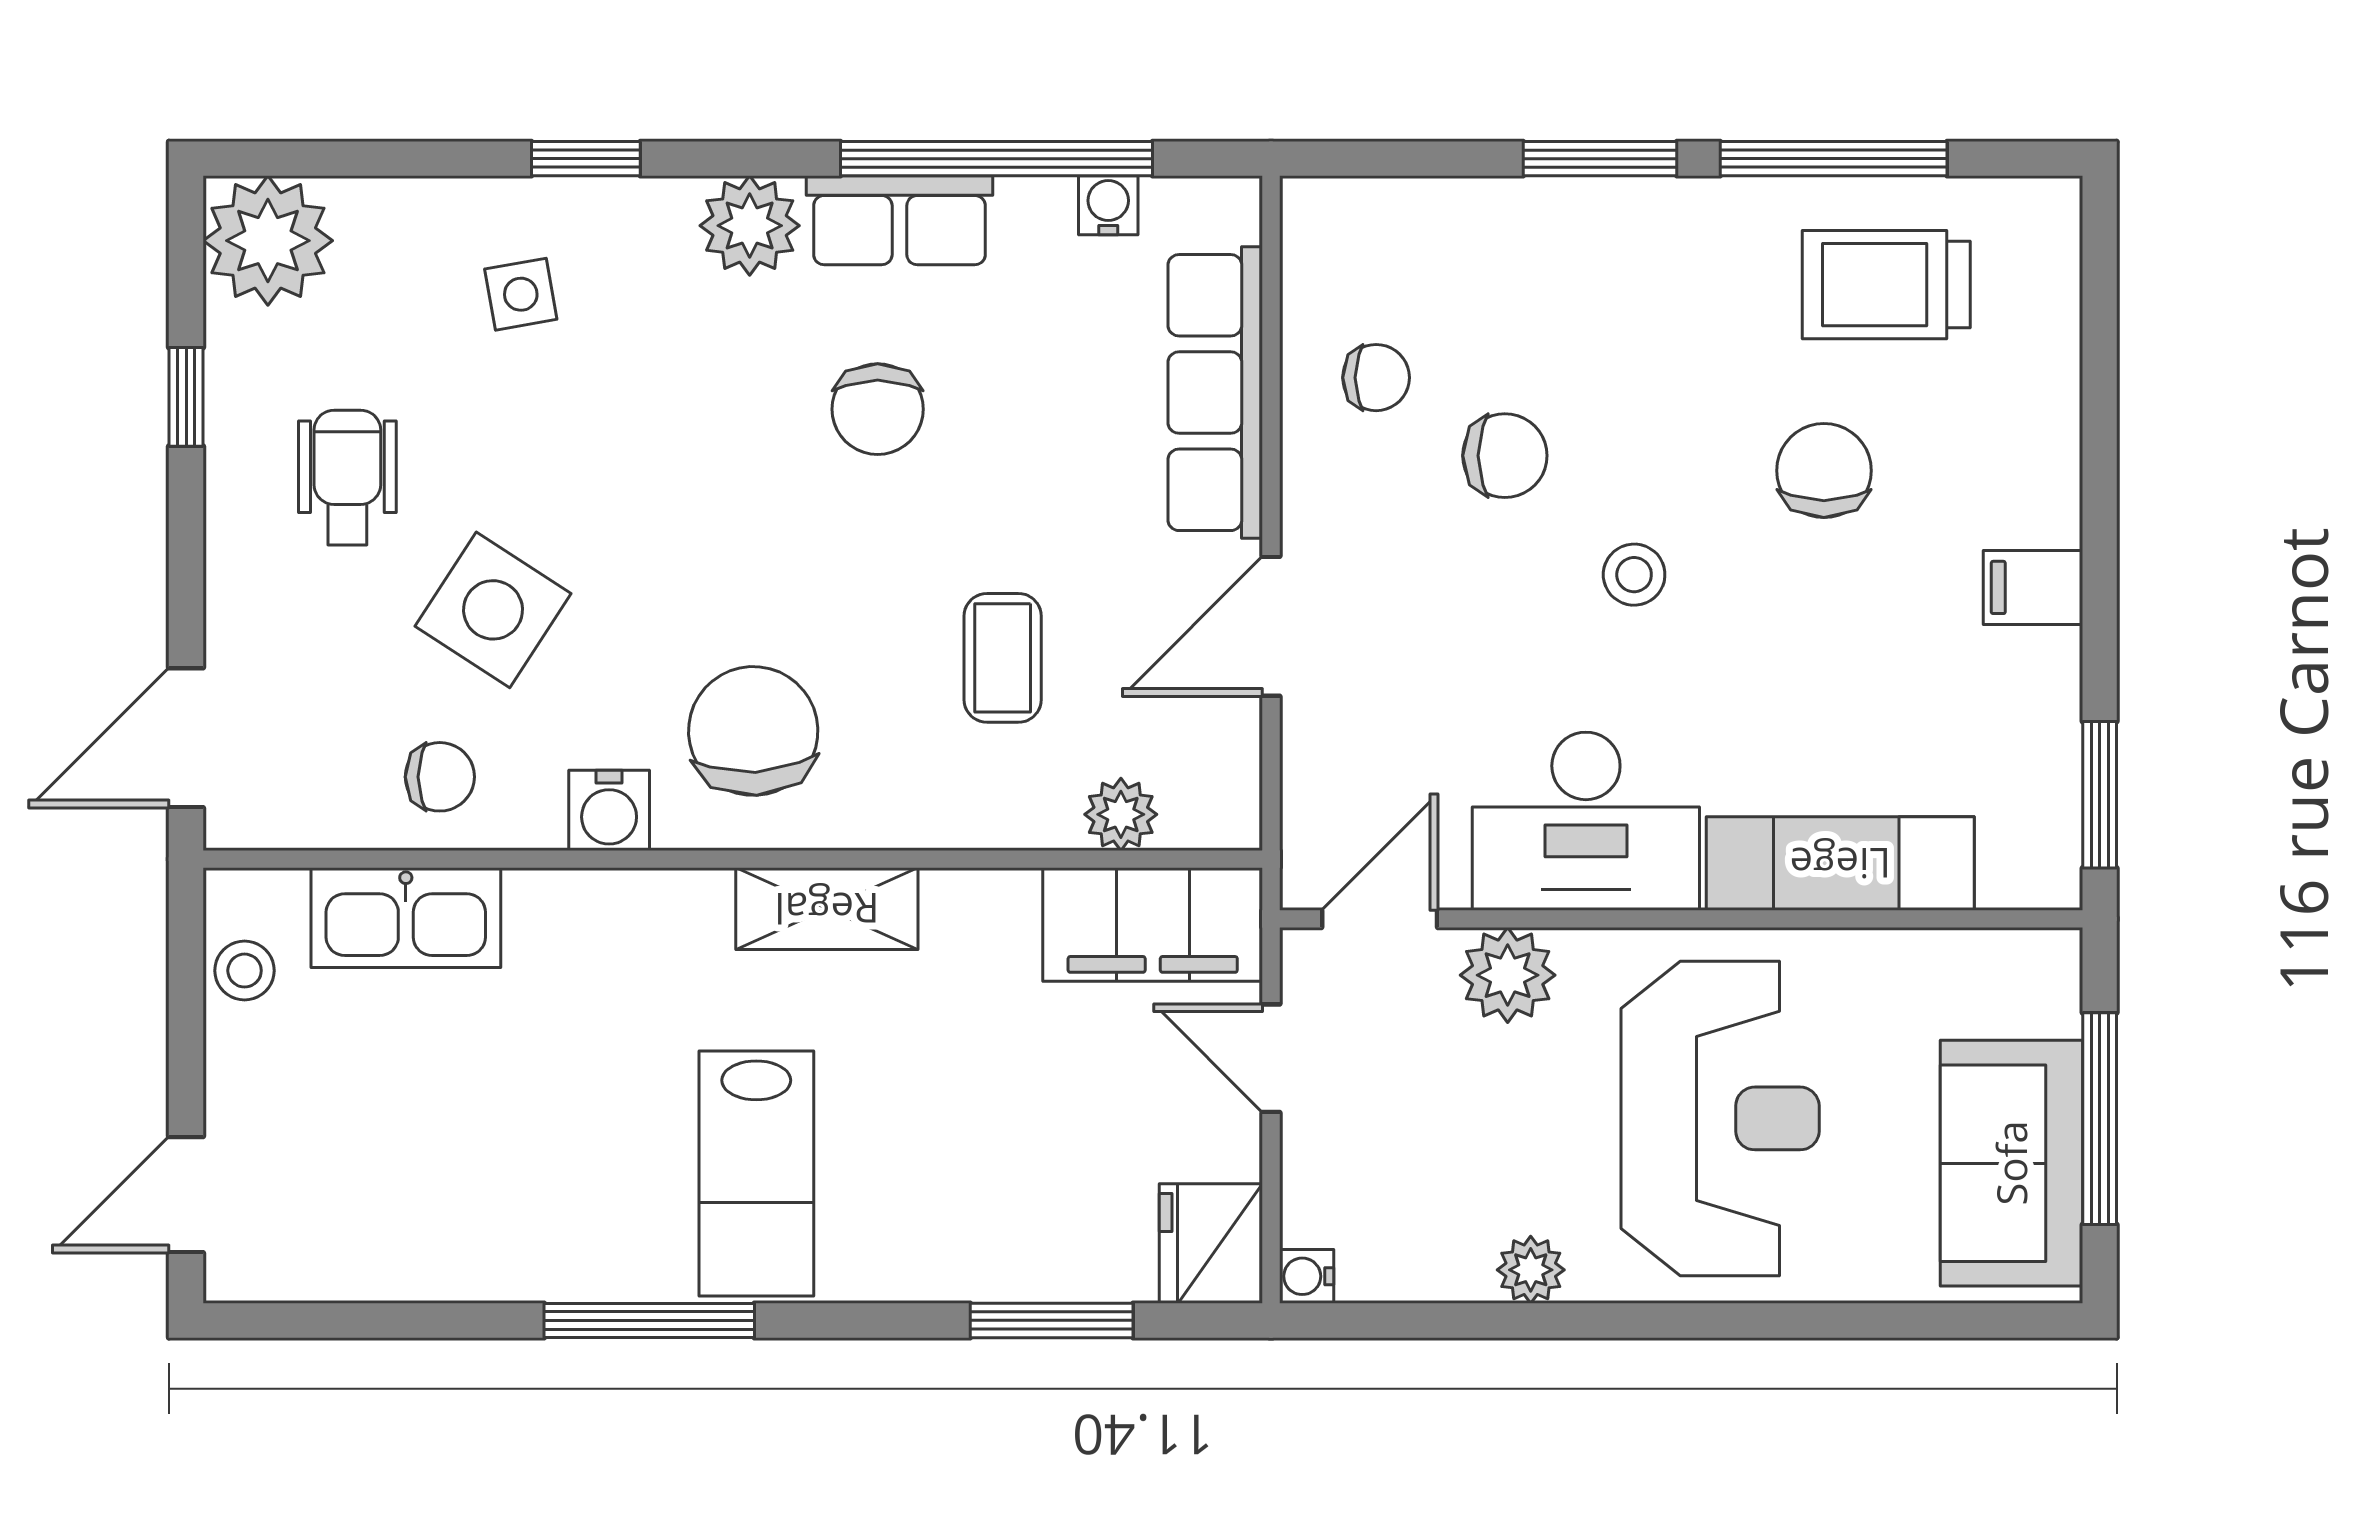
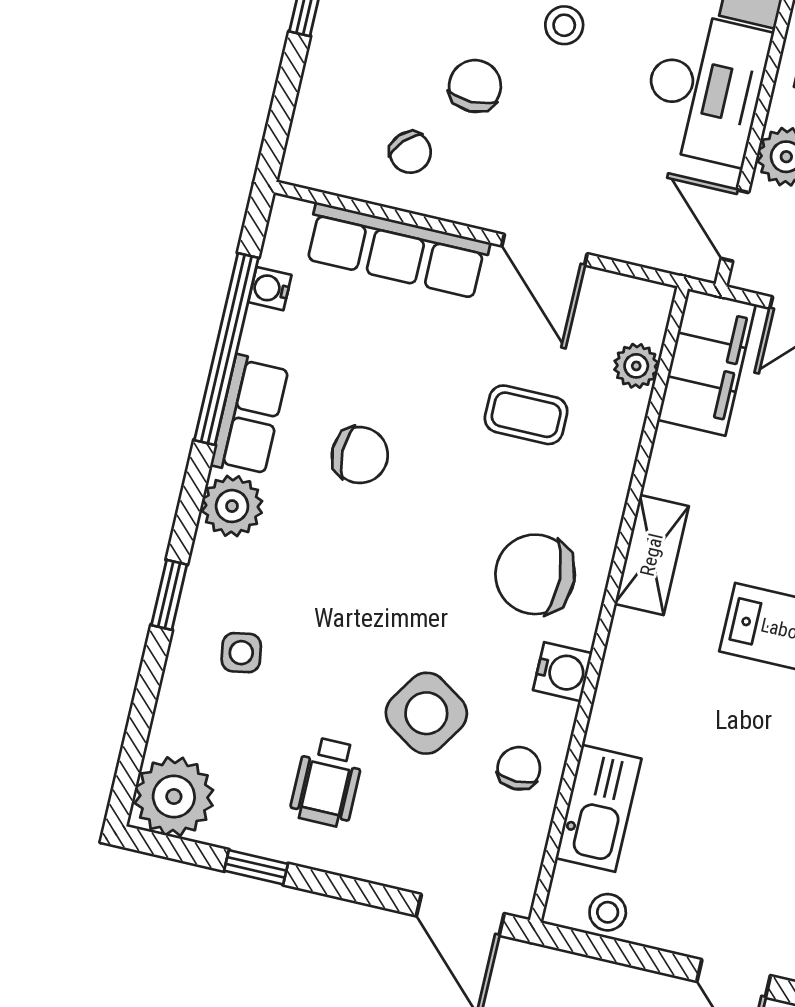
chair: (1376, 378) -> (410, 152), turned 133
wheelchair: (347, 478) -> (327, 782), turned -90

